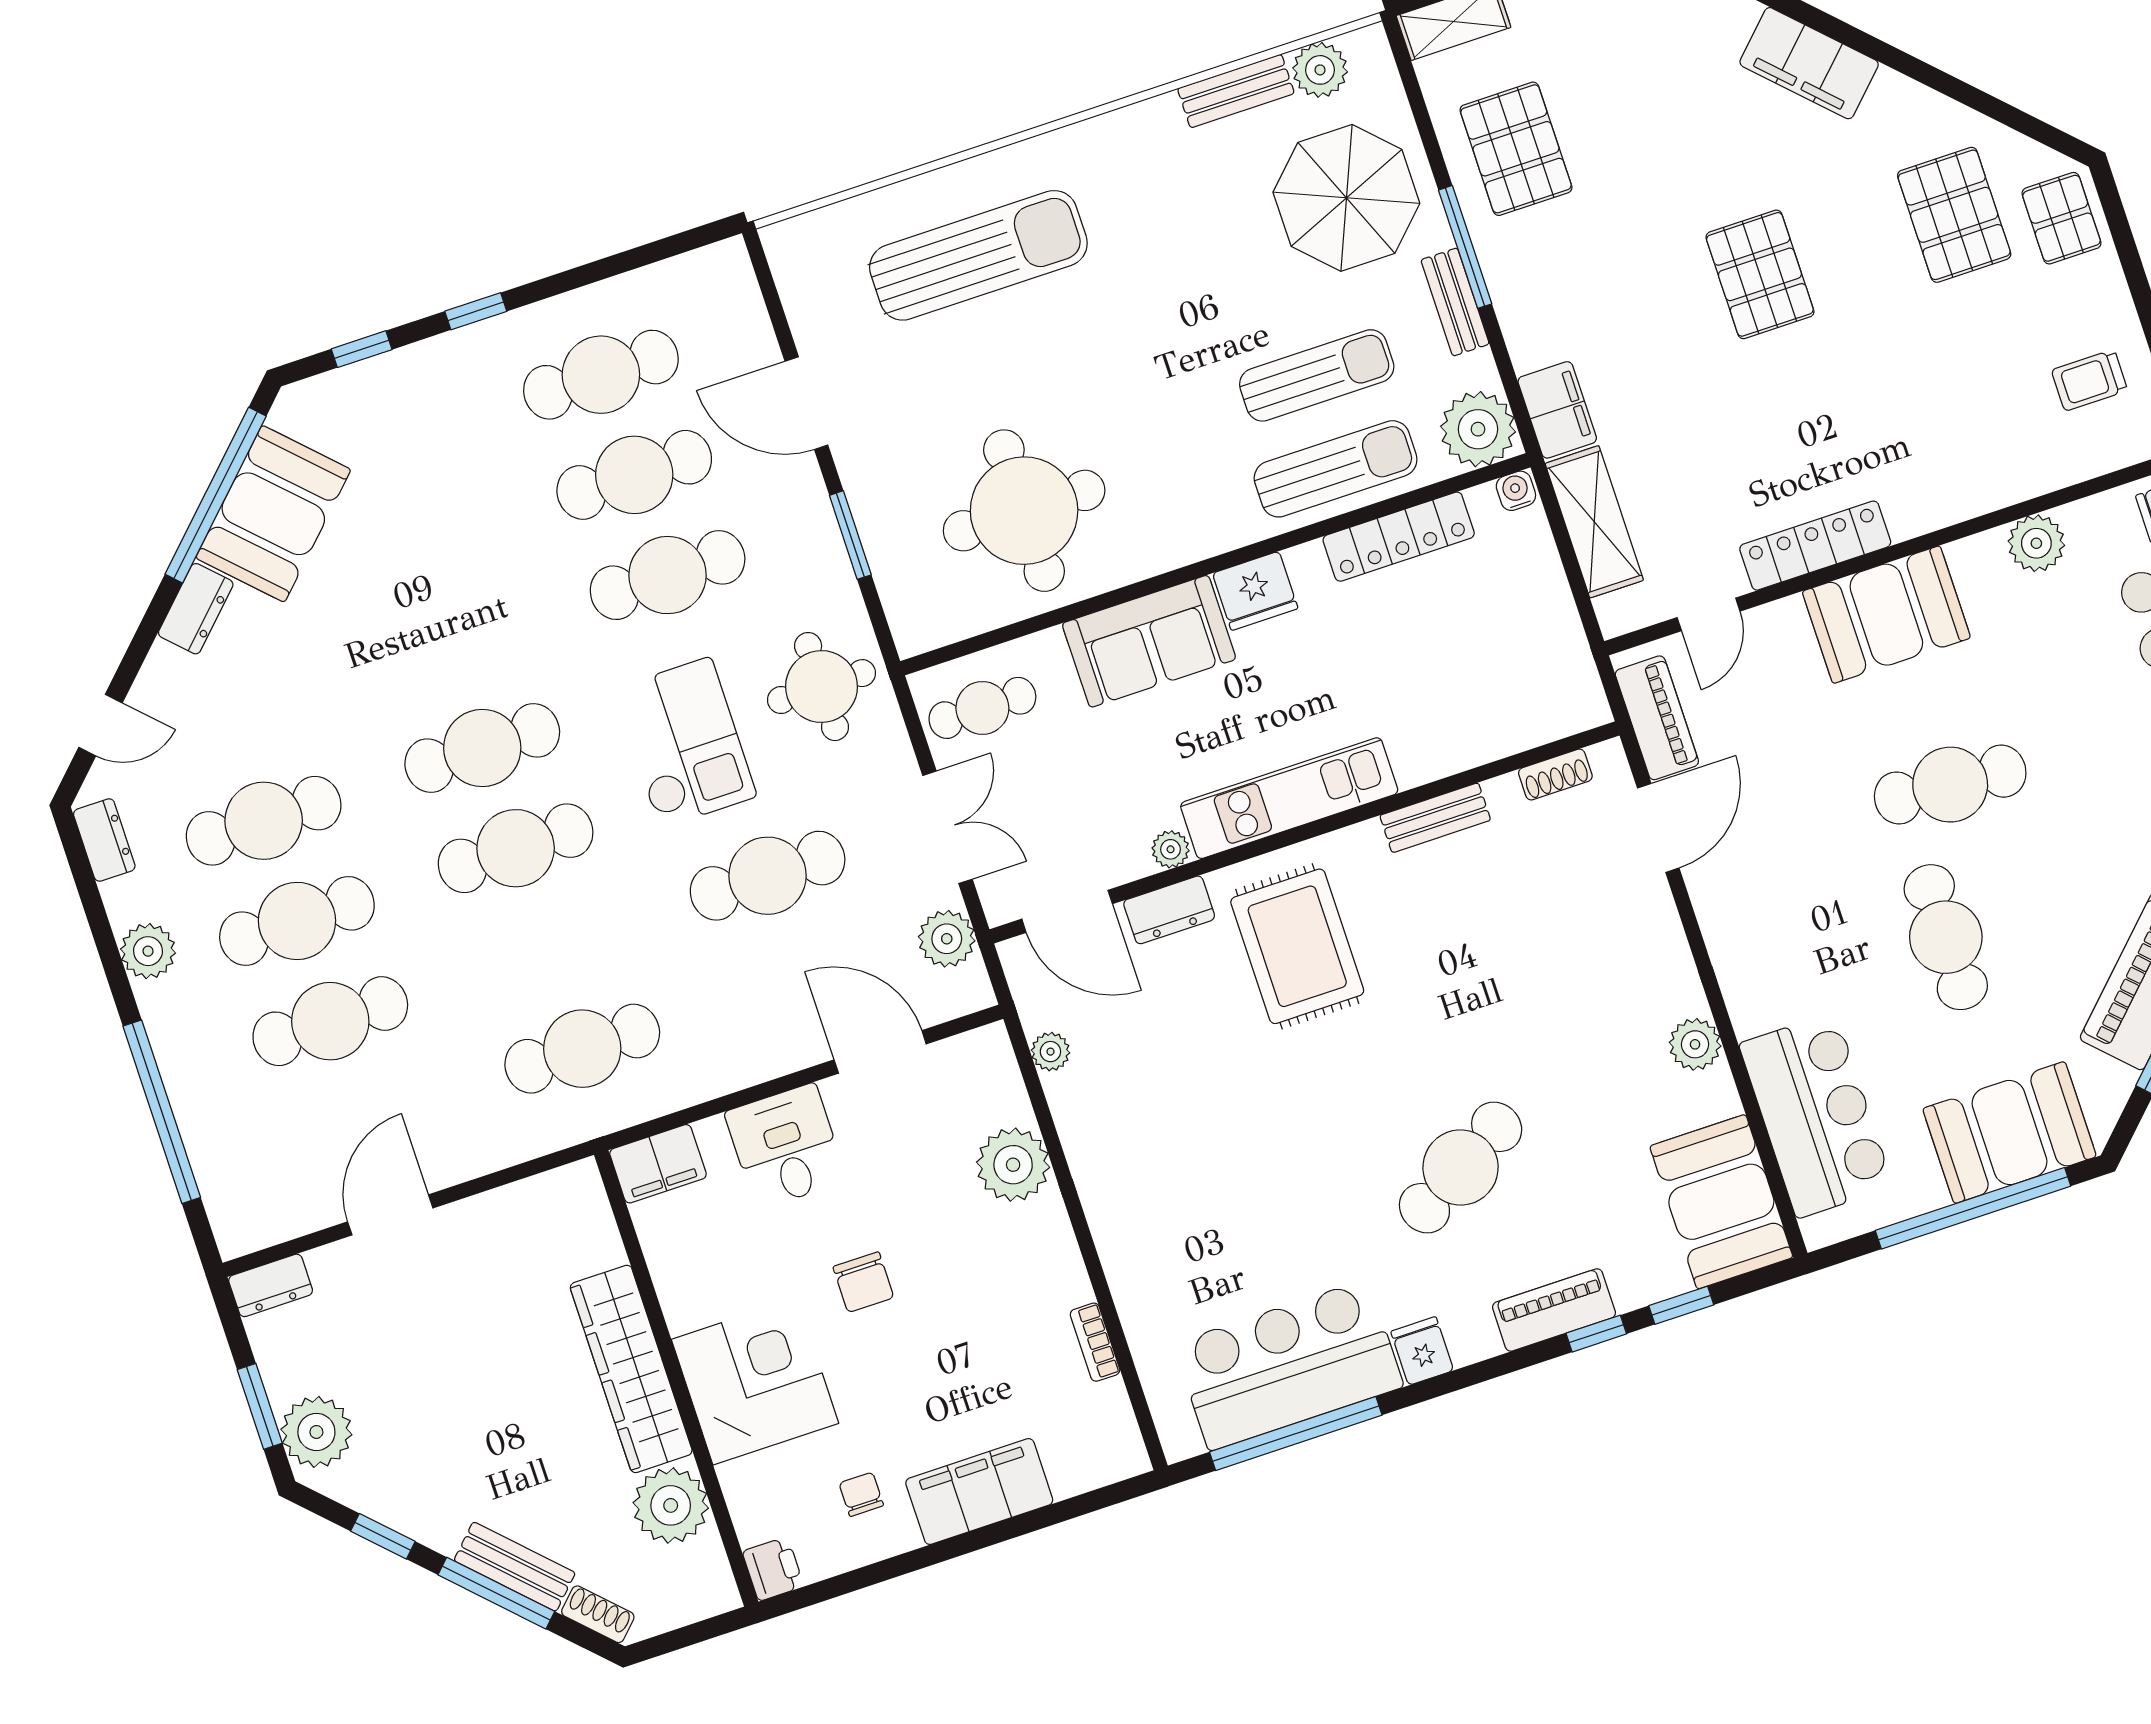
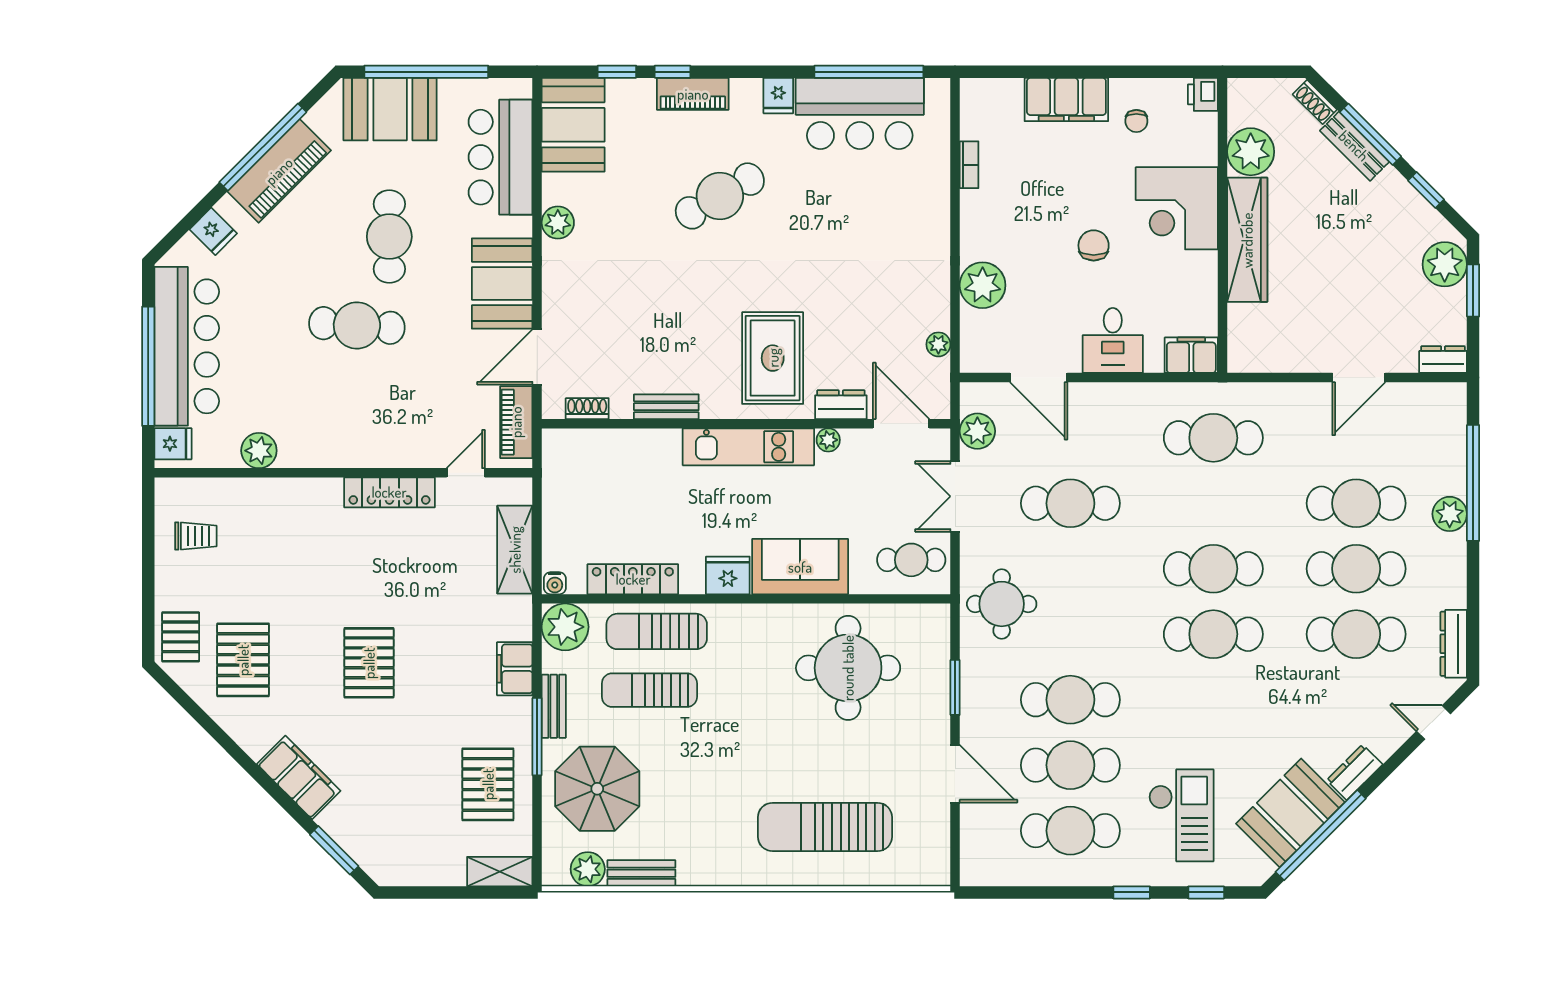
filing cabinet: (1557, 410) -> (515, 669), moved
booth: (1886, 615) -> (502, 283), moved, turned 90
checkout: (685, 743) -> (1181, 815), moved, turned 180
dresser: (104, 840) -> (1454, 644), width x1.44
plant: (148, 951) -> (1450, 514), moved

